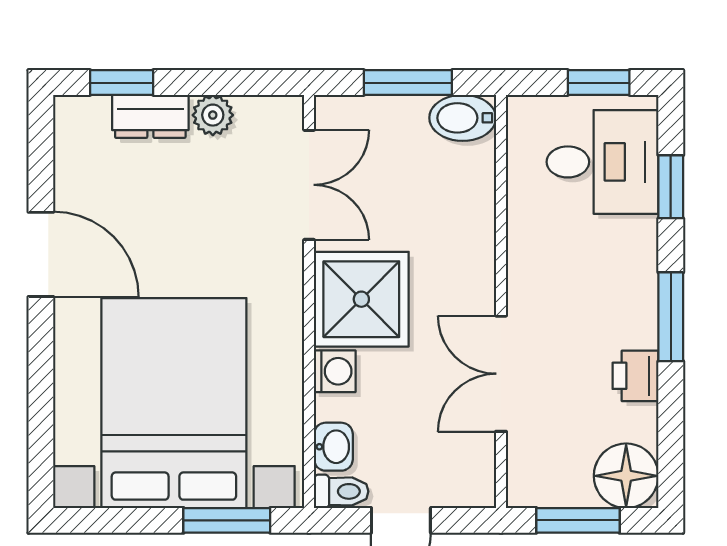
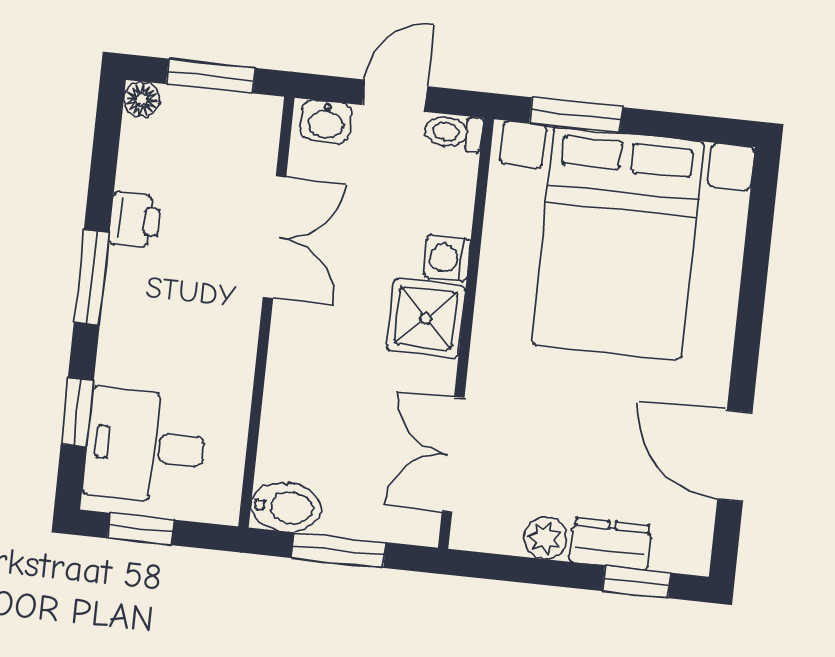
door: (41, 254) -> (735, 456), moved
shower: (361, 299) -> (426, 318), width x0.73, depth x0.73
washbasin: (333, 447) -> (326, 122), moved, turned -90
floor lamp: (626, 476) -> (142, 100), width x0.53, depth x0.53

